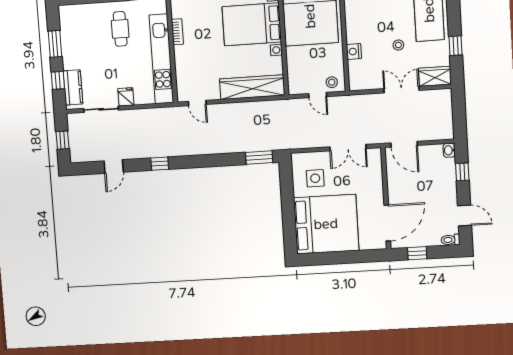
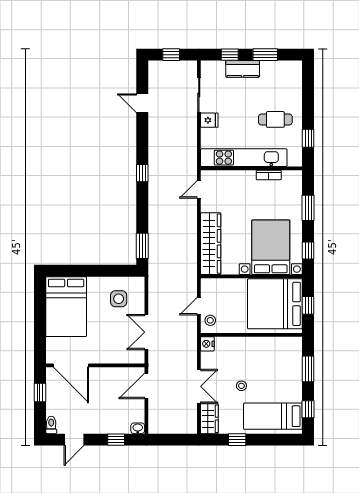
nightstand: (354, 51) -> (207, 344), moved, turned -90
kitchen counter: (73, 87) -> (243, 69), moved
window: (160, 164) -> (142, 173), moved
bed: (326, 224) -> (66, 307), width x0.73

